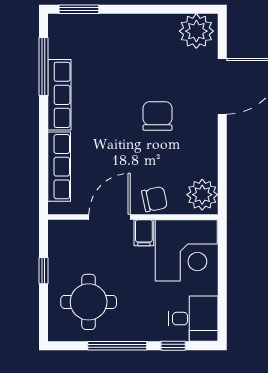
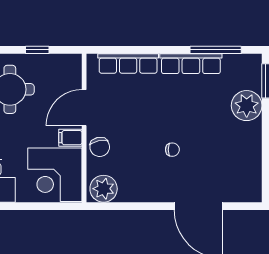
plant: (196, 31) -> (247, 106), moved
chair: (158, 116) -> (172, 150), width x0.54, depth x0.54
door: (110, 217) -> (84, 108), swing flipped

